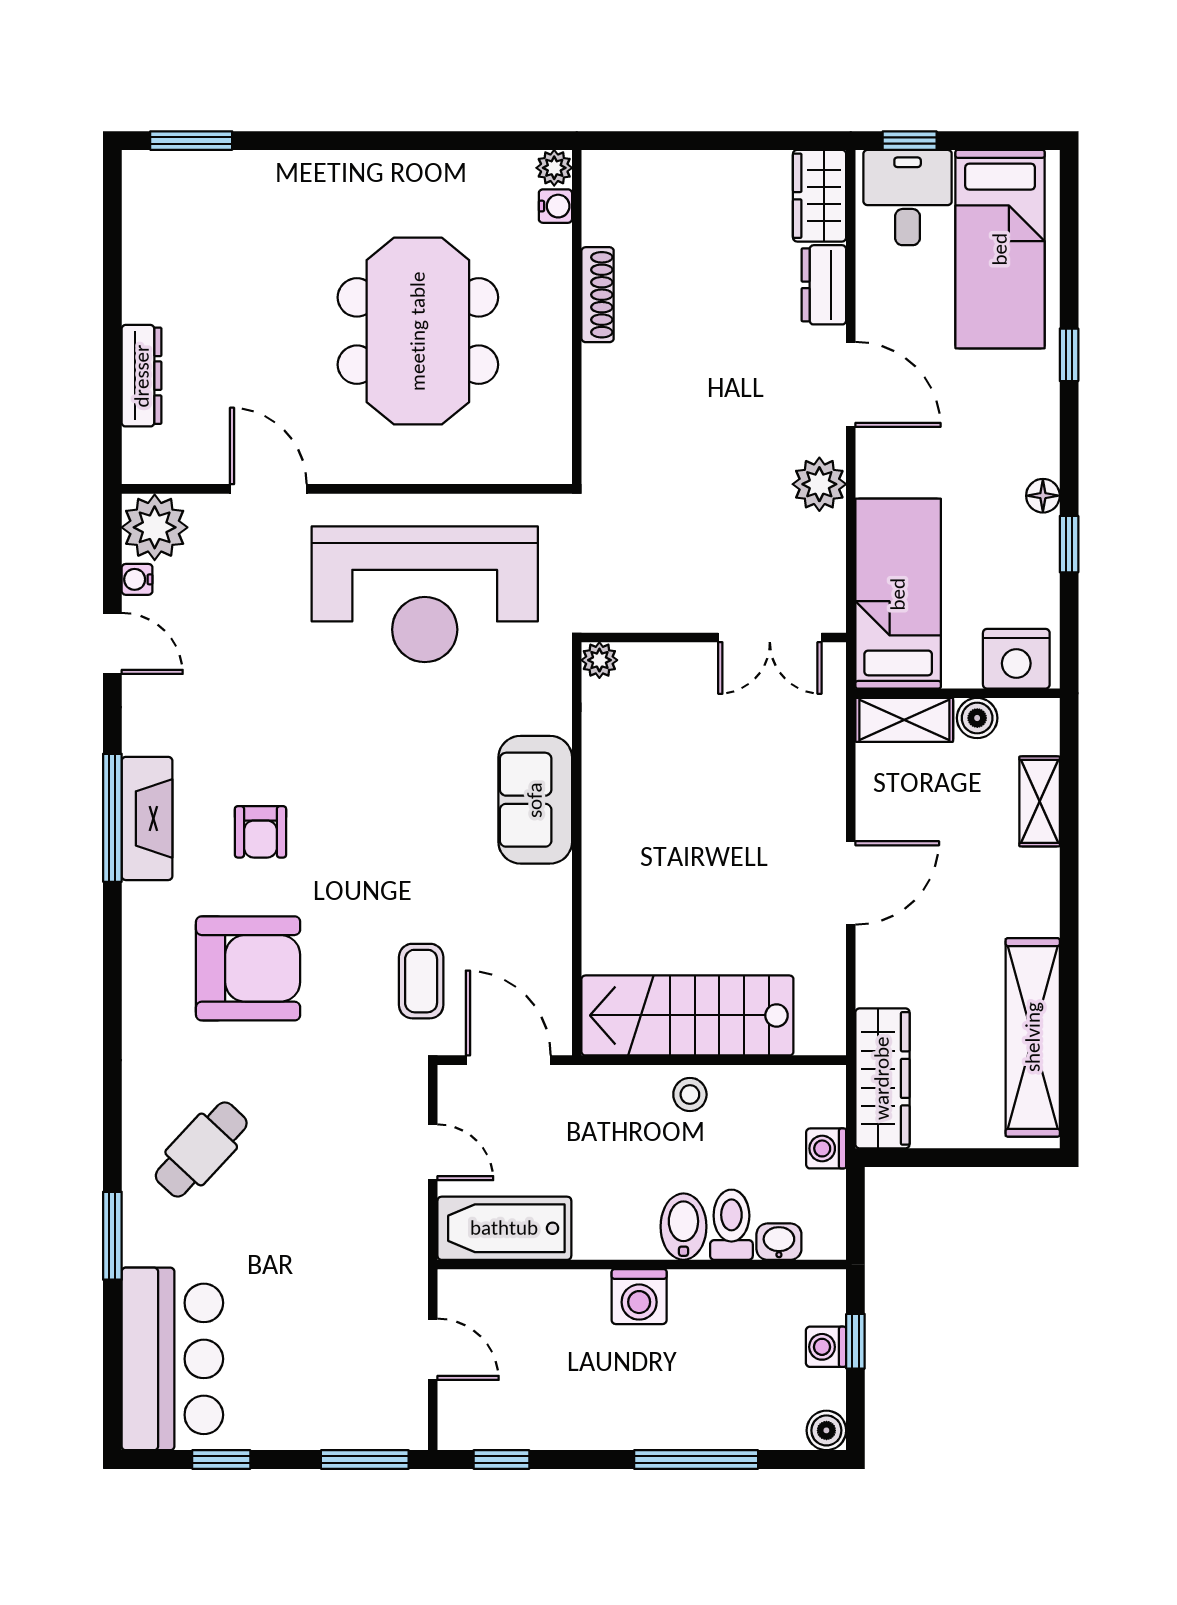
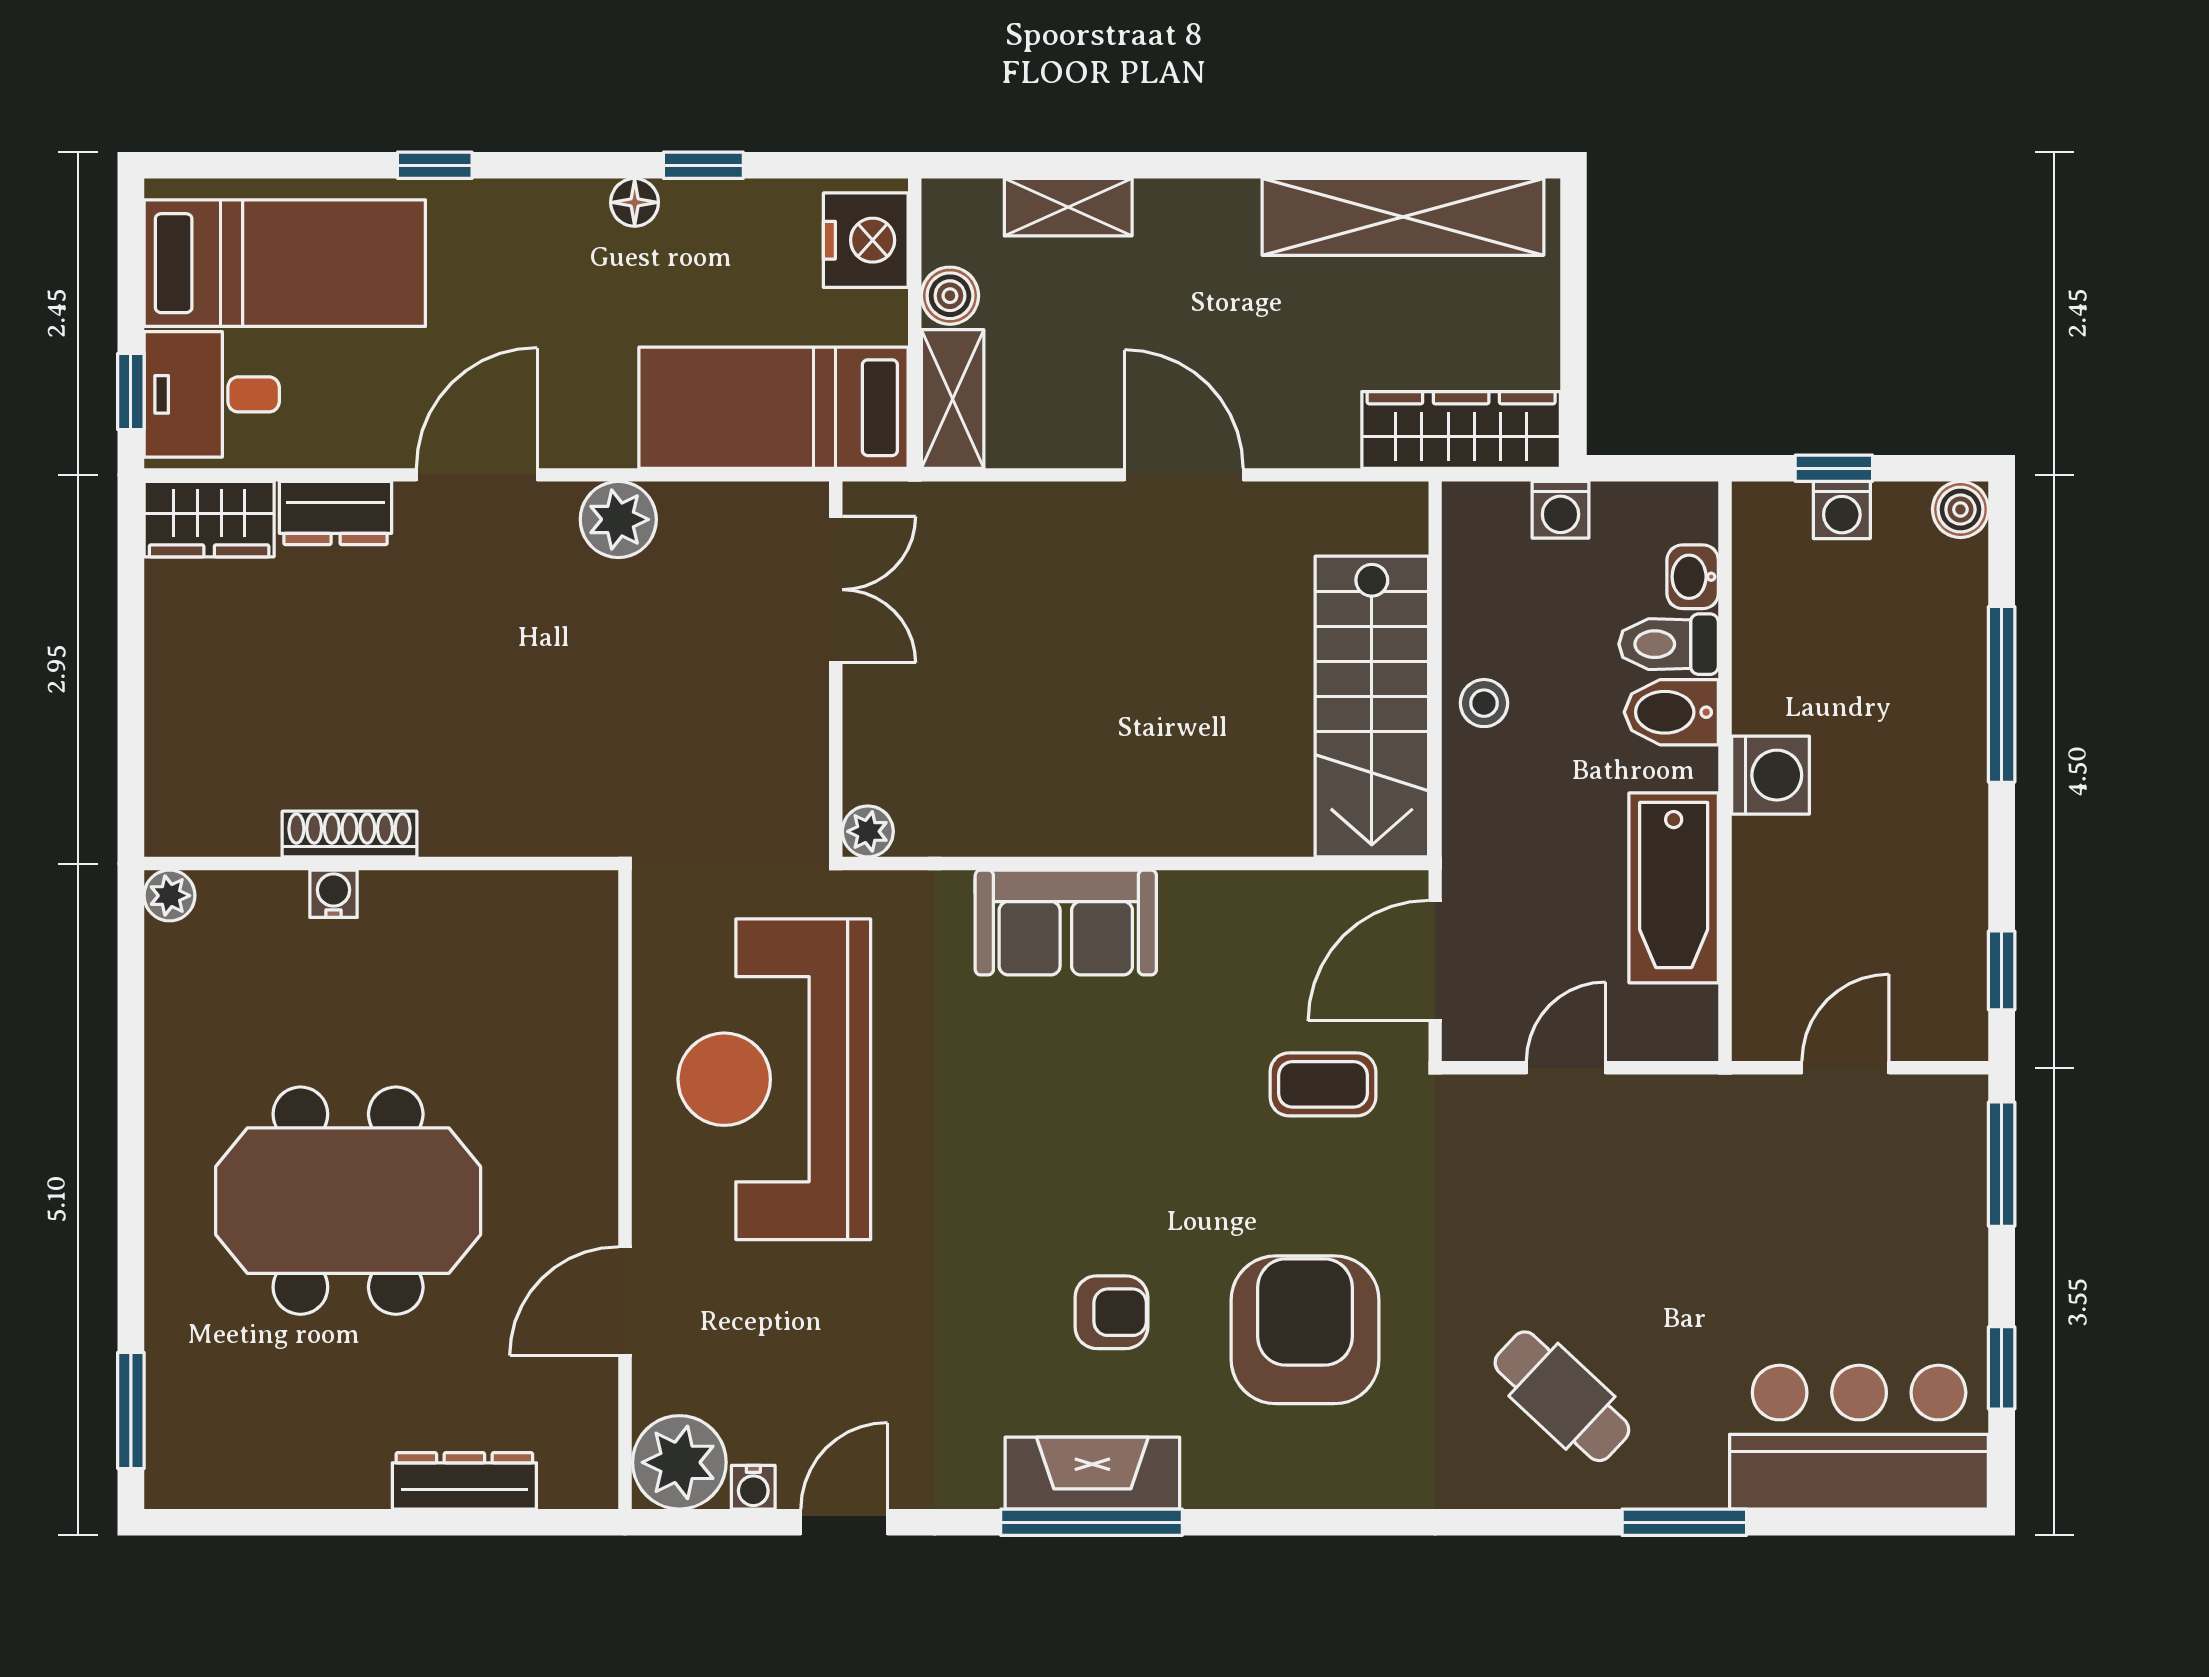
water cooler: (555, 206) -> (333, 894), moved
meeting table: (418, 331) -> (348, 1201), moved
reception desk: (425, 594) -> (774, 1079), turned 180
bathtub: (504, 1228) -> (1674, 888), moved

